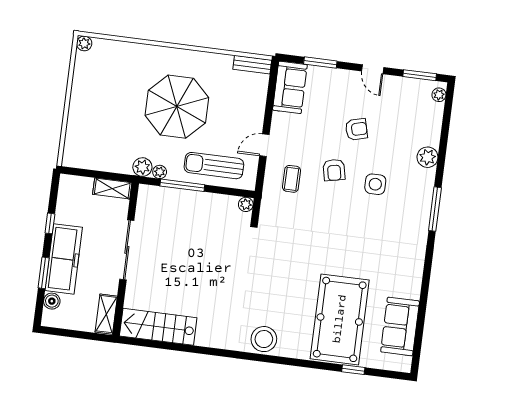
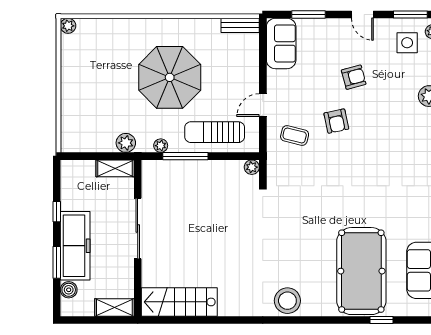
plant: (142, 167) -> (126, 143), moved
coffee table: (292, 179) -> (295, 136), turned -76
side table: (375, 184) -> (407, 43), moved
shelving: (106, 314) -> (114, 307), moved, turned 90

